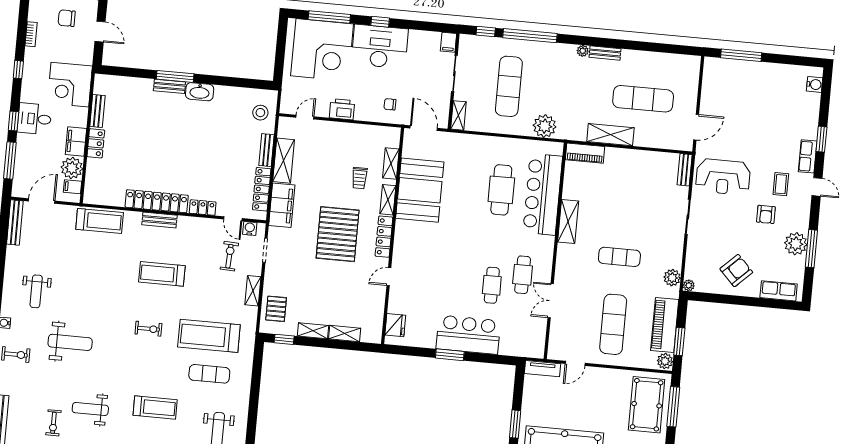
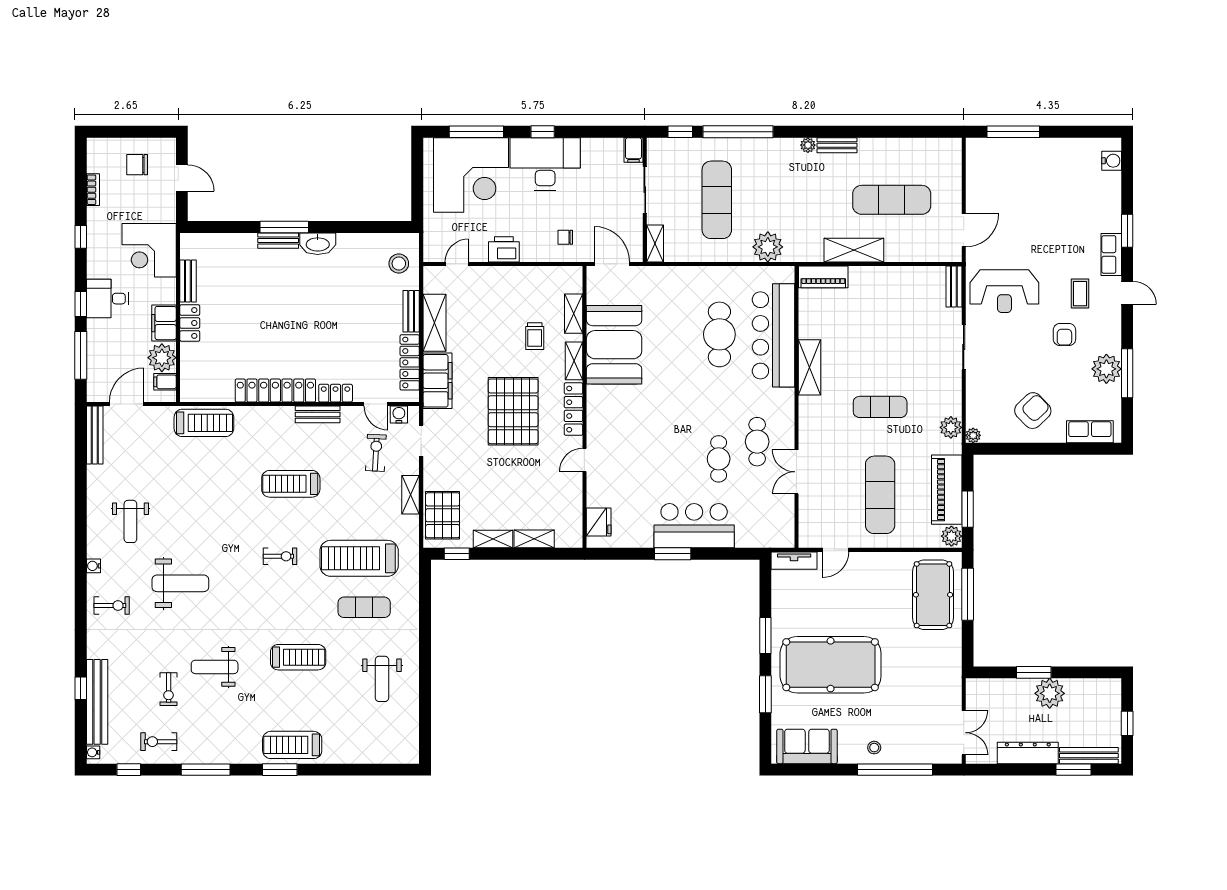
bench: (159, 220) -> (318, 414), moved
pallet: (276, 309) -> (443, 515), width x1.50, depth x1.42

